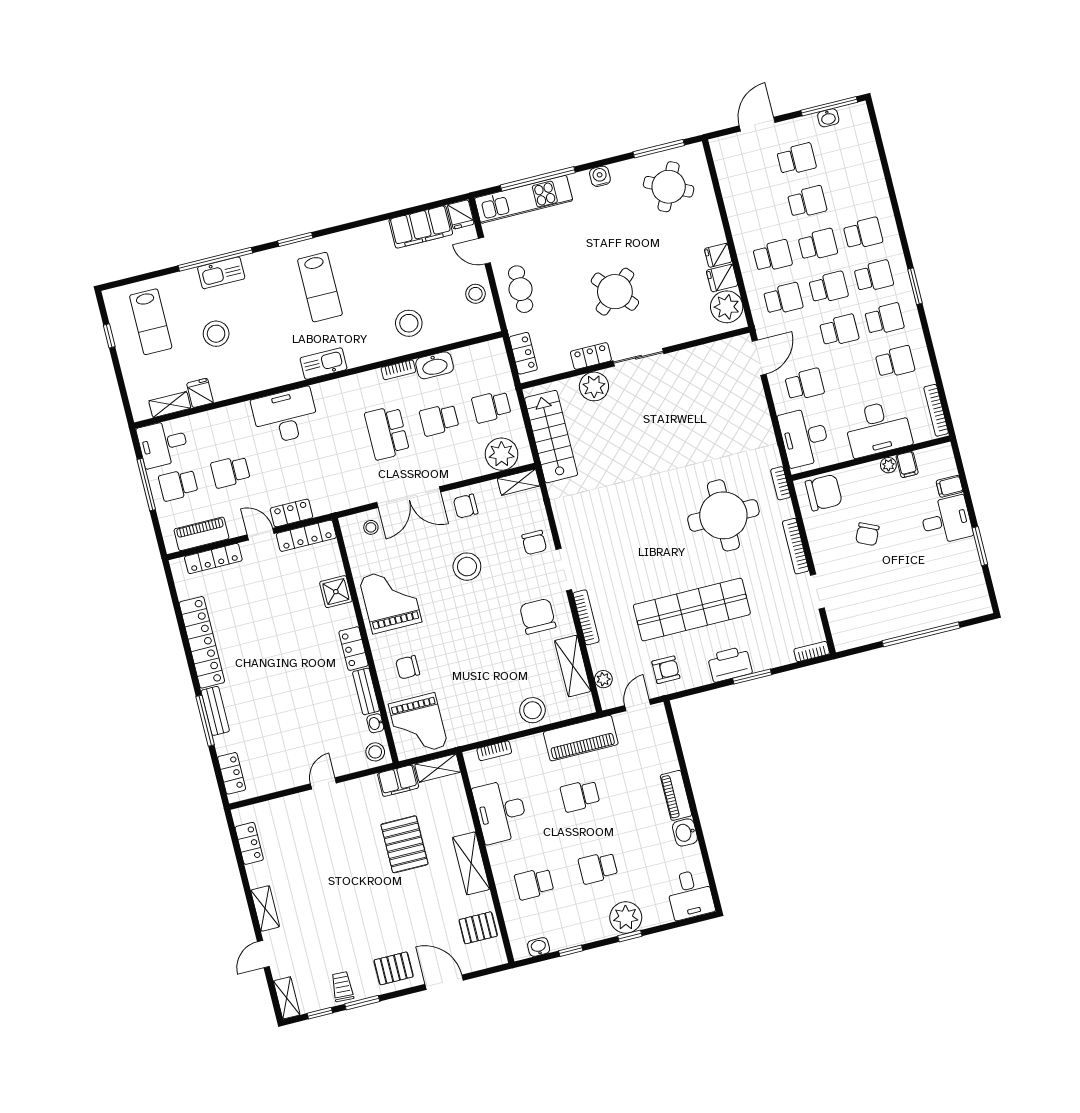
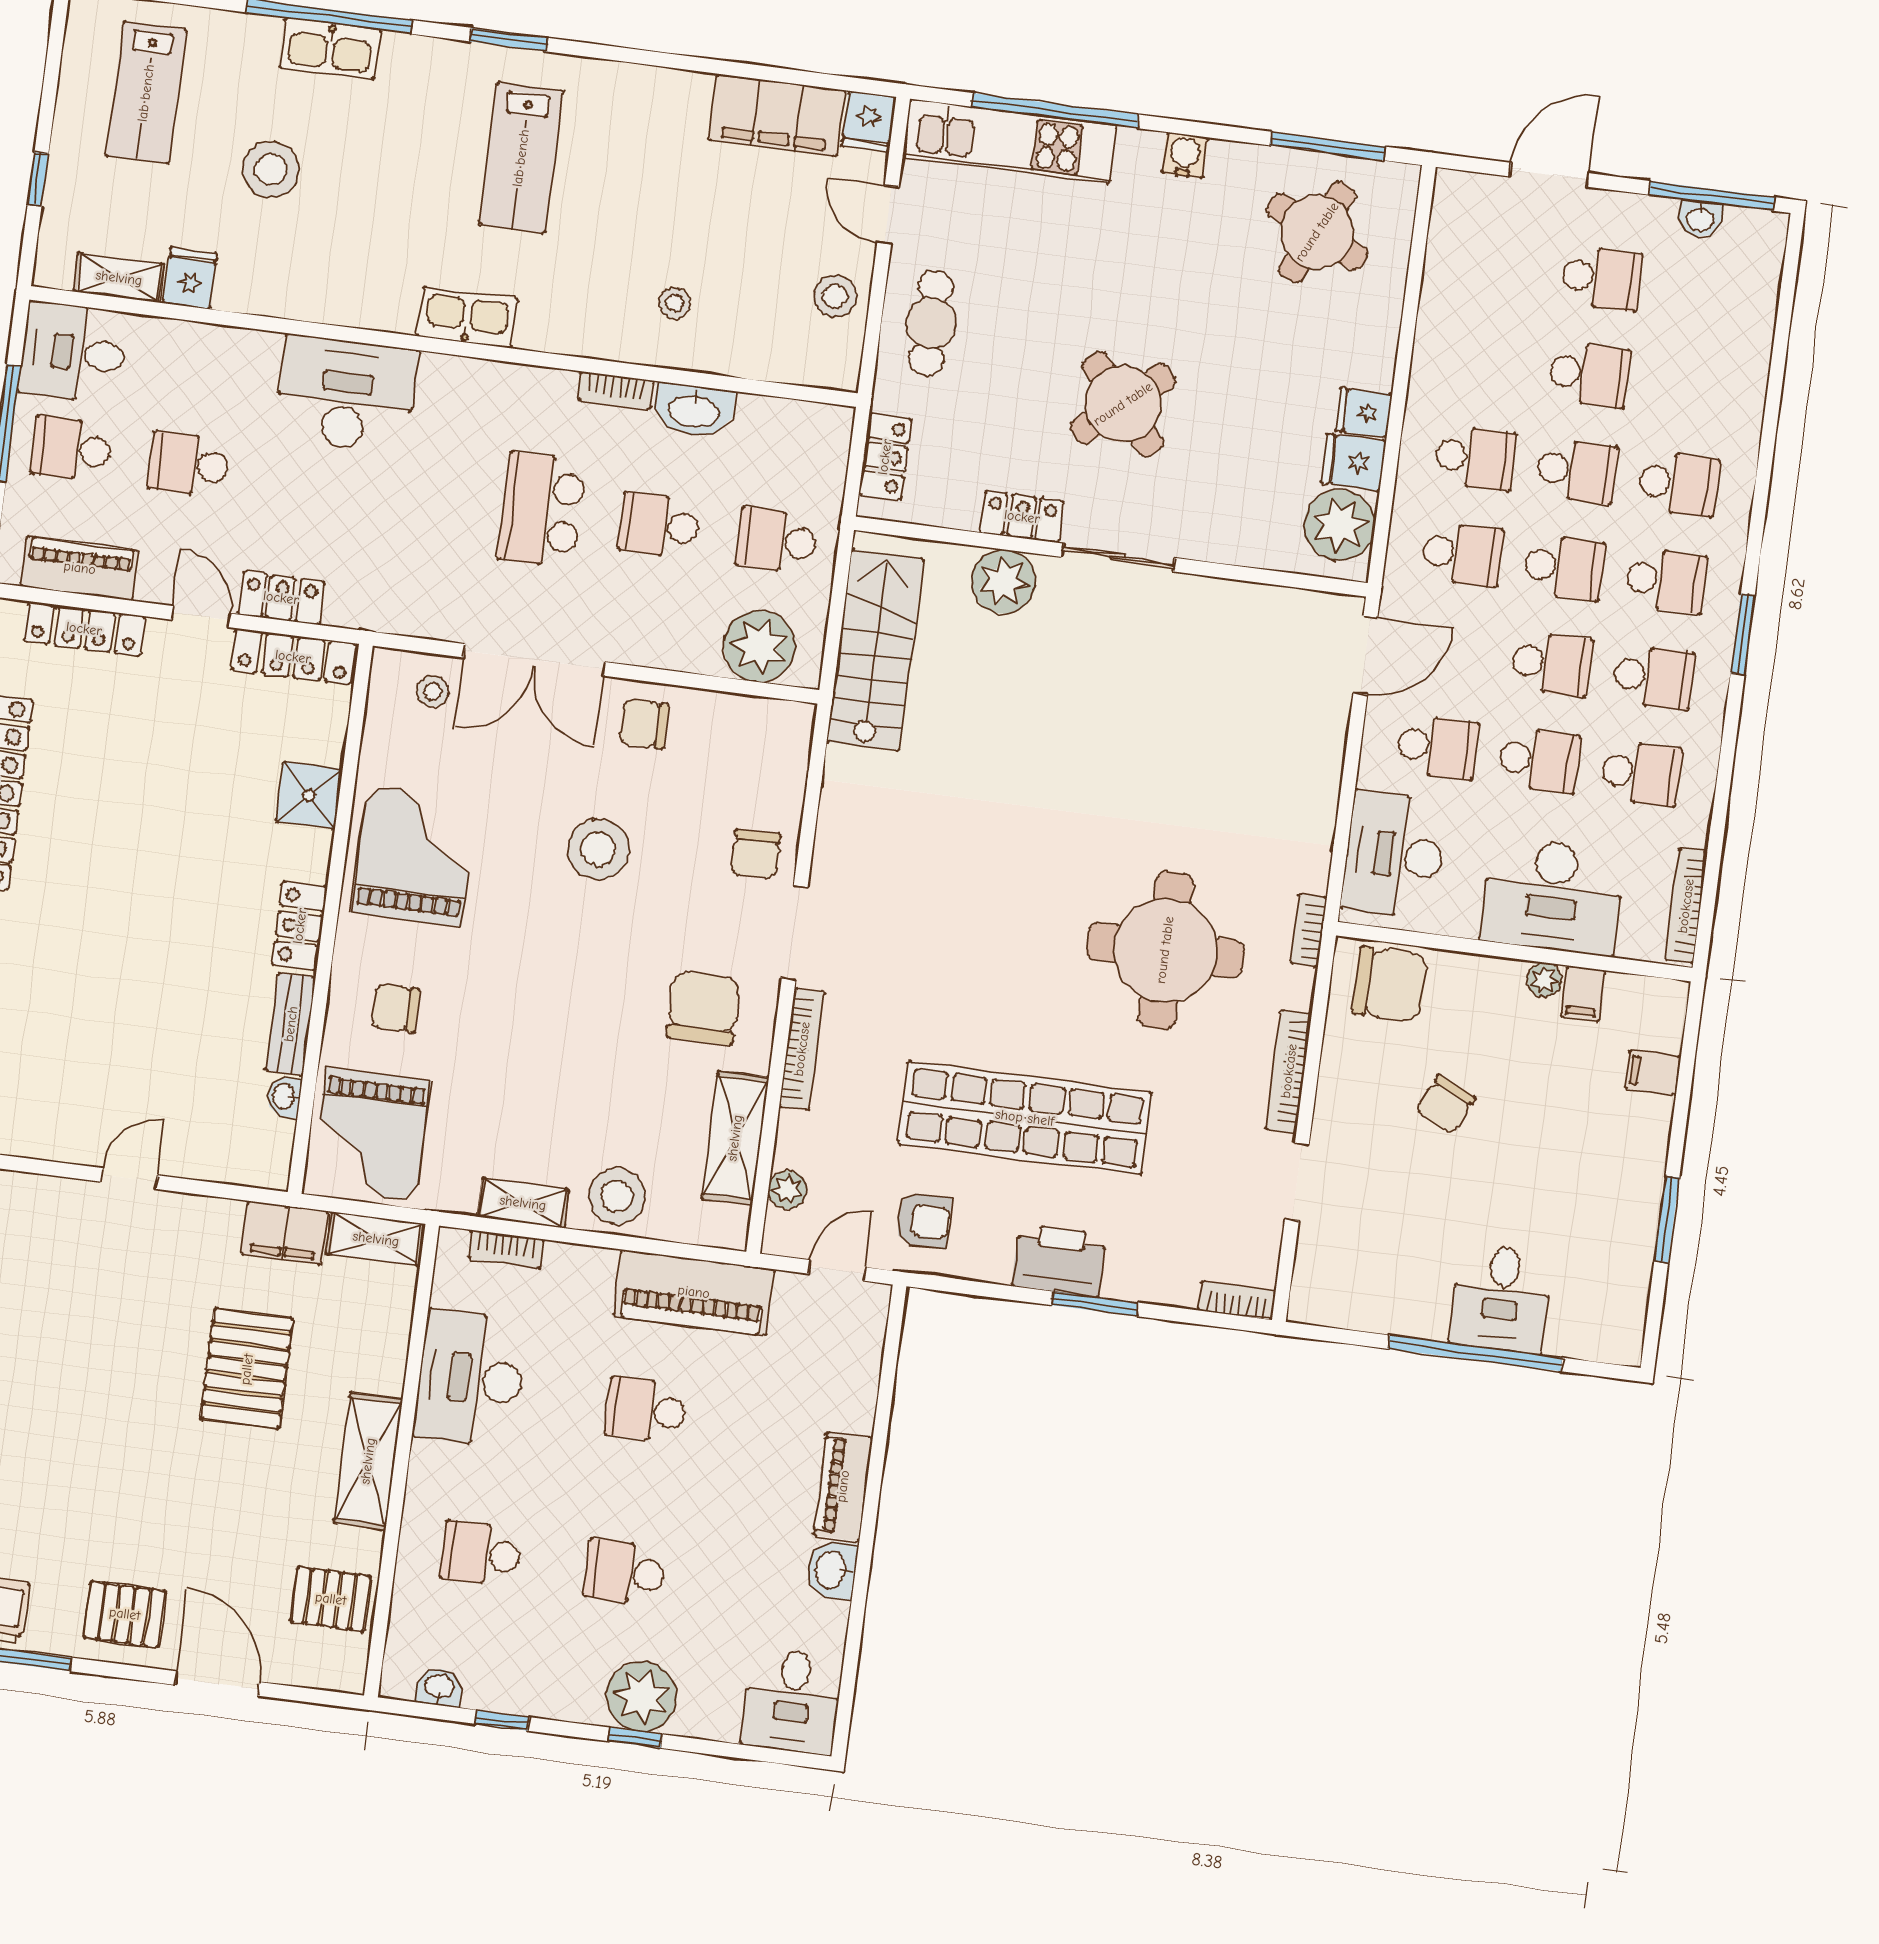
stool: (409, 323) -> (675, 303), width x0.53, depth x0.53
window: (109, 336) -> (38, 179), moved
school desk: (850, 373) -> (1539, 760), added
shelving: (518, 482) -> (523, 1203), moved
desk: (946, 520) -> (1501, 1298), moved, turned 90
stool: (375, 752) -> (261, 1155), removed

